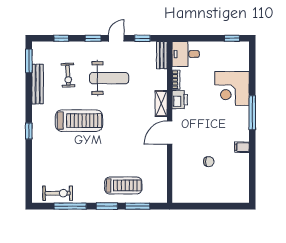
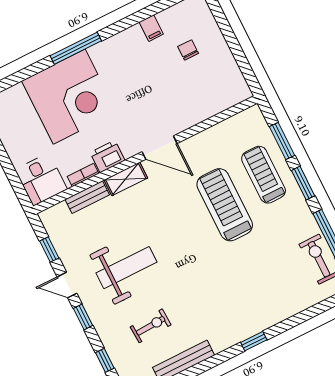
bench: (162, 55) -> (87, 197), moved
weight bench: (109, 78) -> (126, 268), turned 90
corner desk: (232, 88) -> (69, 97), width x1.36, depth x1.36
treadmill: (79, 121) -> (225, 205), moved
filing cabinet: (242, 147) -> (151, 28), moved
chair: (209, 162) -> (188, 50), moved

